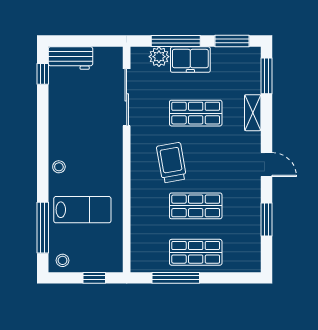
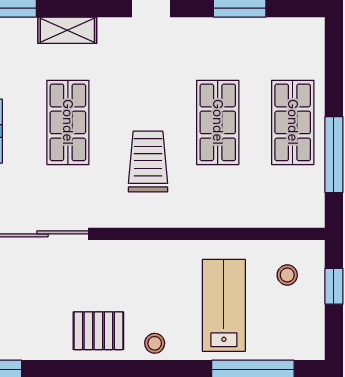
pallet: (67, 132) -> (98, 331), added
trolley: (171, 163) -> (148, 162), turned 100
stool: (63, 260) -> (287, 275), moved

